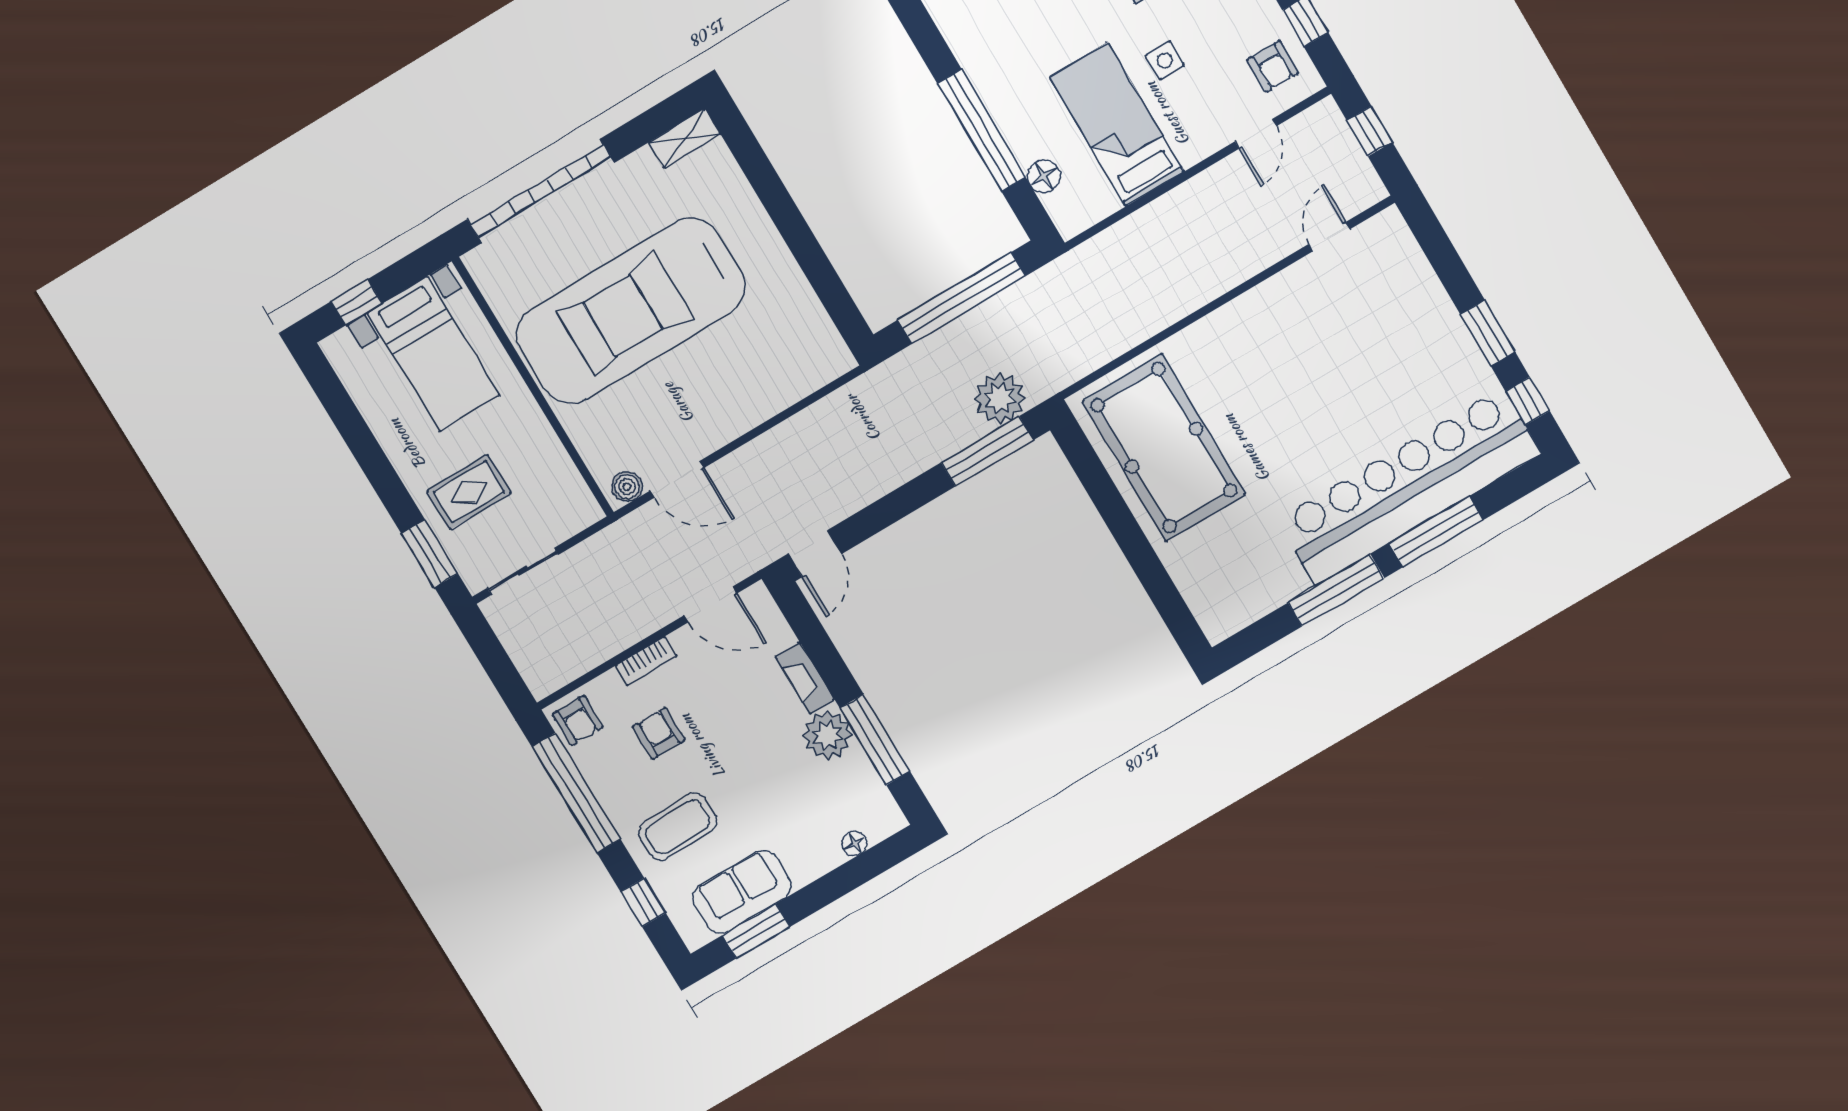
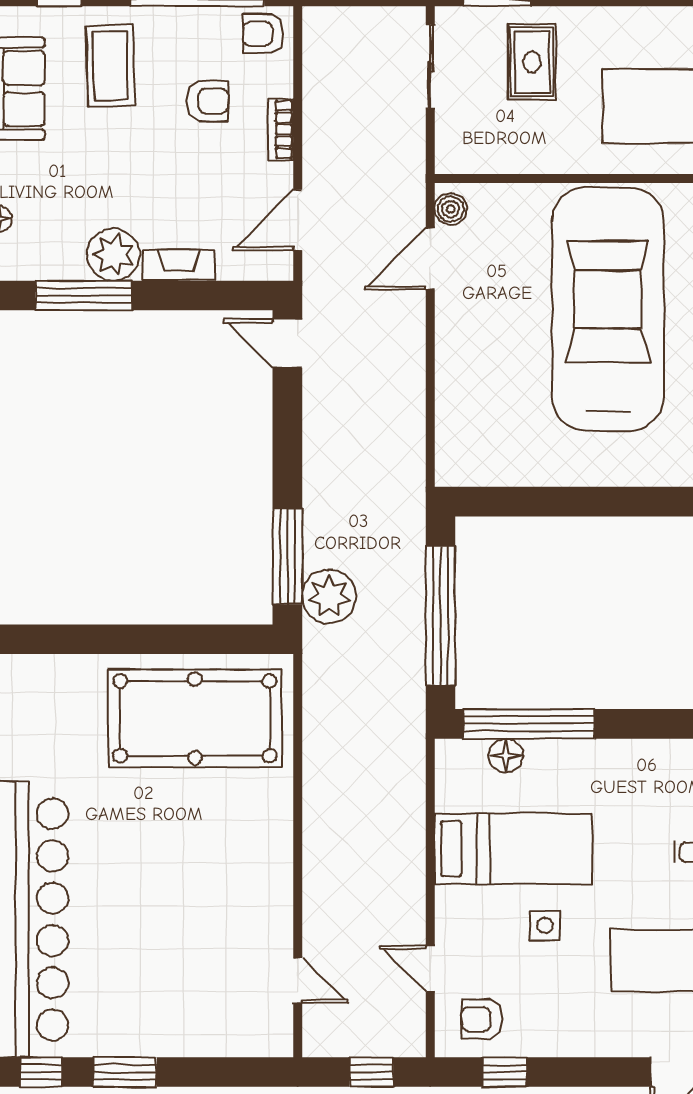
window: (982, 130) -> (529, 724), moved

